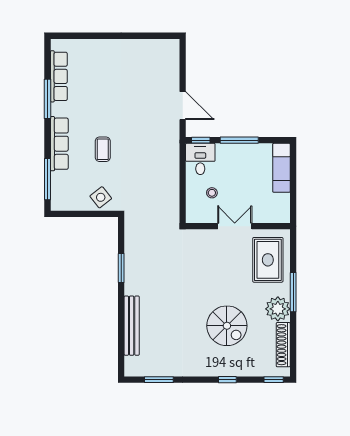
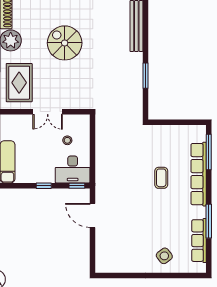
window: (239, 140) -> (44, 186), width x0.46
row of seats: (59, 144) -> (199, 174), width x1.36
desk: (200, 159) -> (73, 169), width x1.37
side table: (101, 197) -> (164, 256), moved
spiral stairs: (227, 326) -> (65, 43), moved

